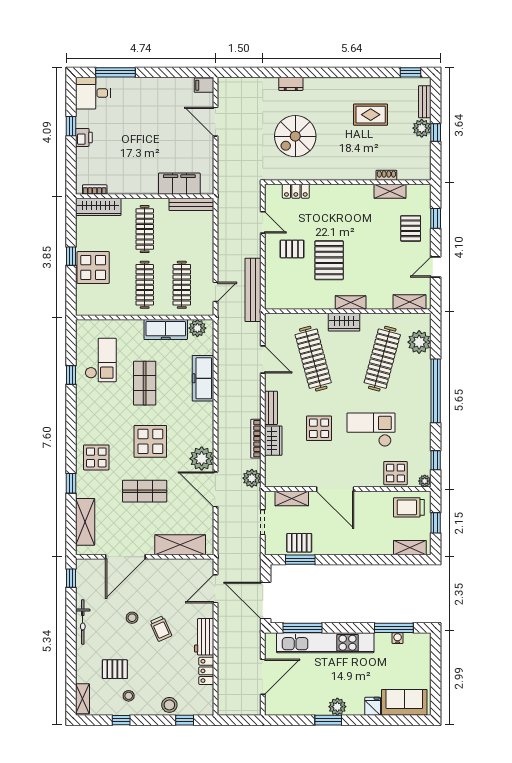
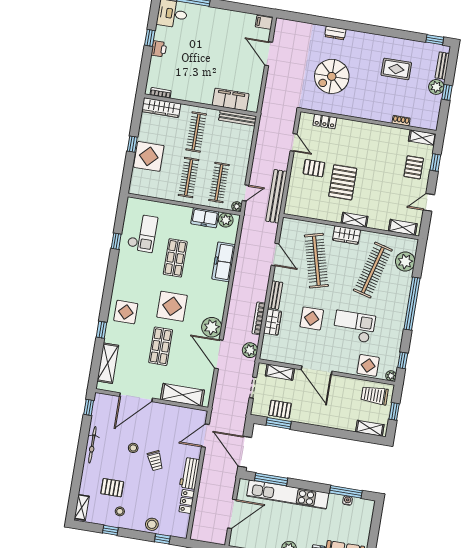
shelving: (390, 191) -> (422, 138), moved
plant: (208, 310) -> (237, 206), added
freezer: (166, 330) -> (205, 218), width x0.71
shop shelf: (145, 491) -> (161, 346), turned 90

